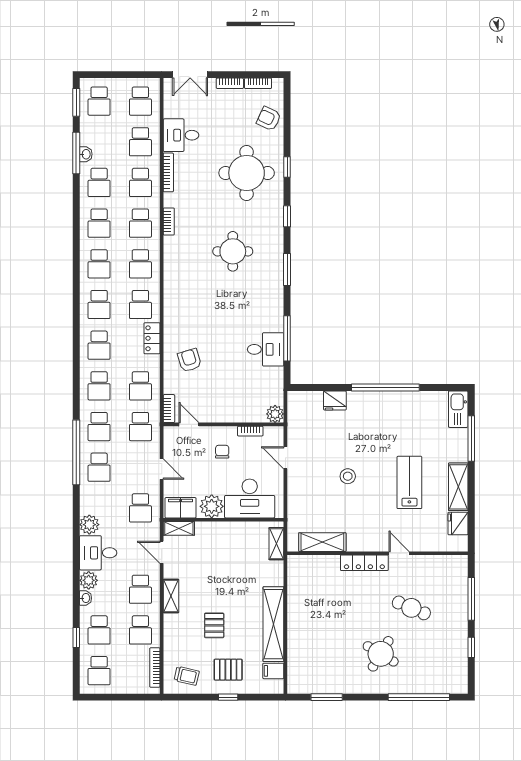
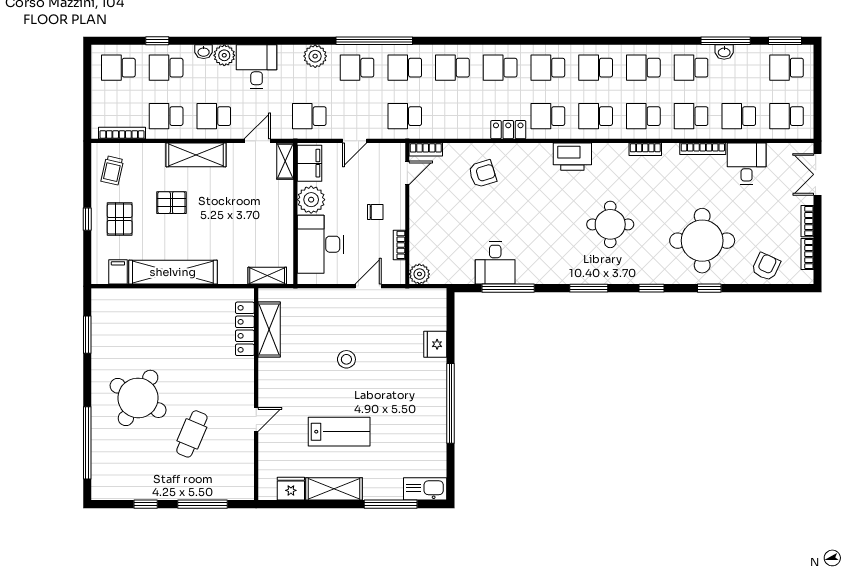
printer: (175, 284) -> (572, 157), added
school desk: (140, 386) -> (452, 116), removed
plant: (89, 525) -> (315, 56), moved
locker: (364, 563) -> (245, 329), moved
shelving: (171, 596) -> (196, 155), width x1.50, depth x1.33
round table: (381, 654) -> (138, 398), width x1.36, depth x1.36

